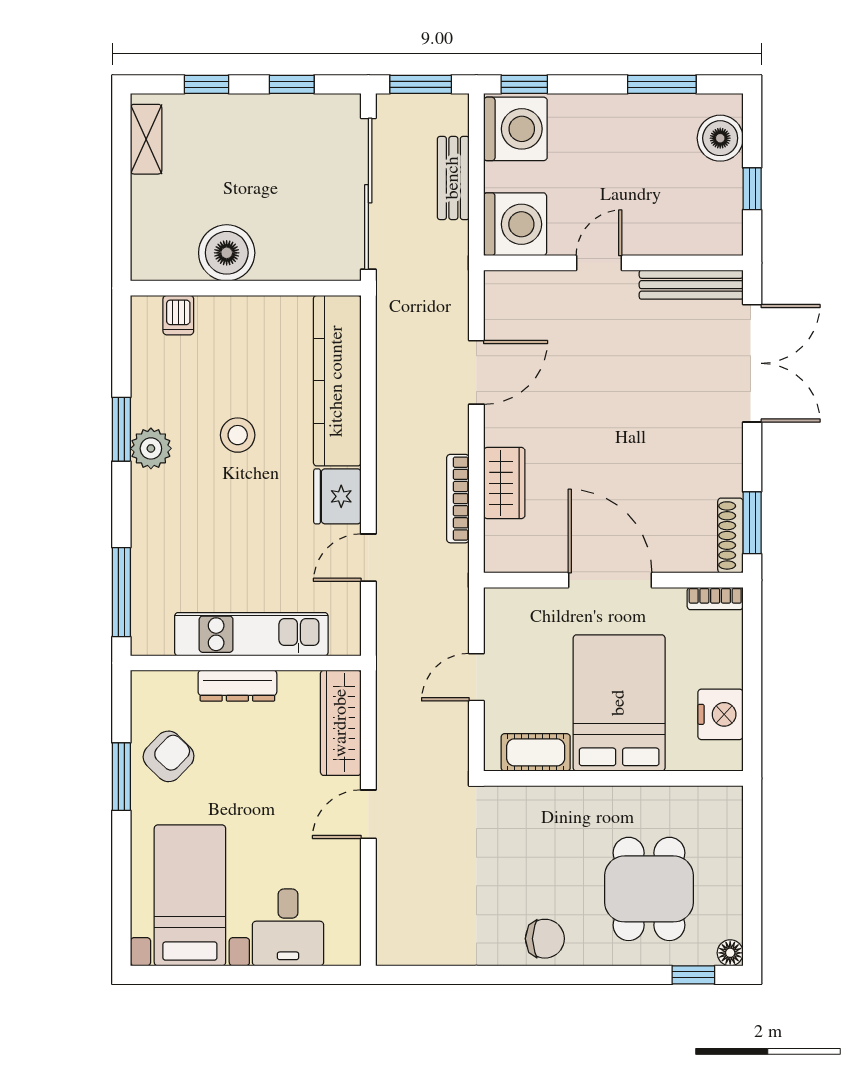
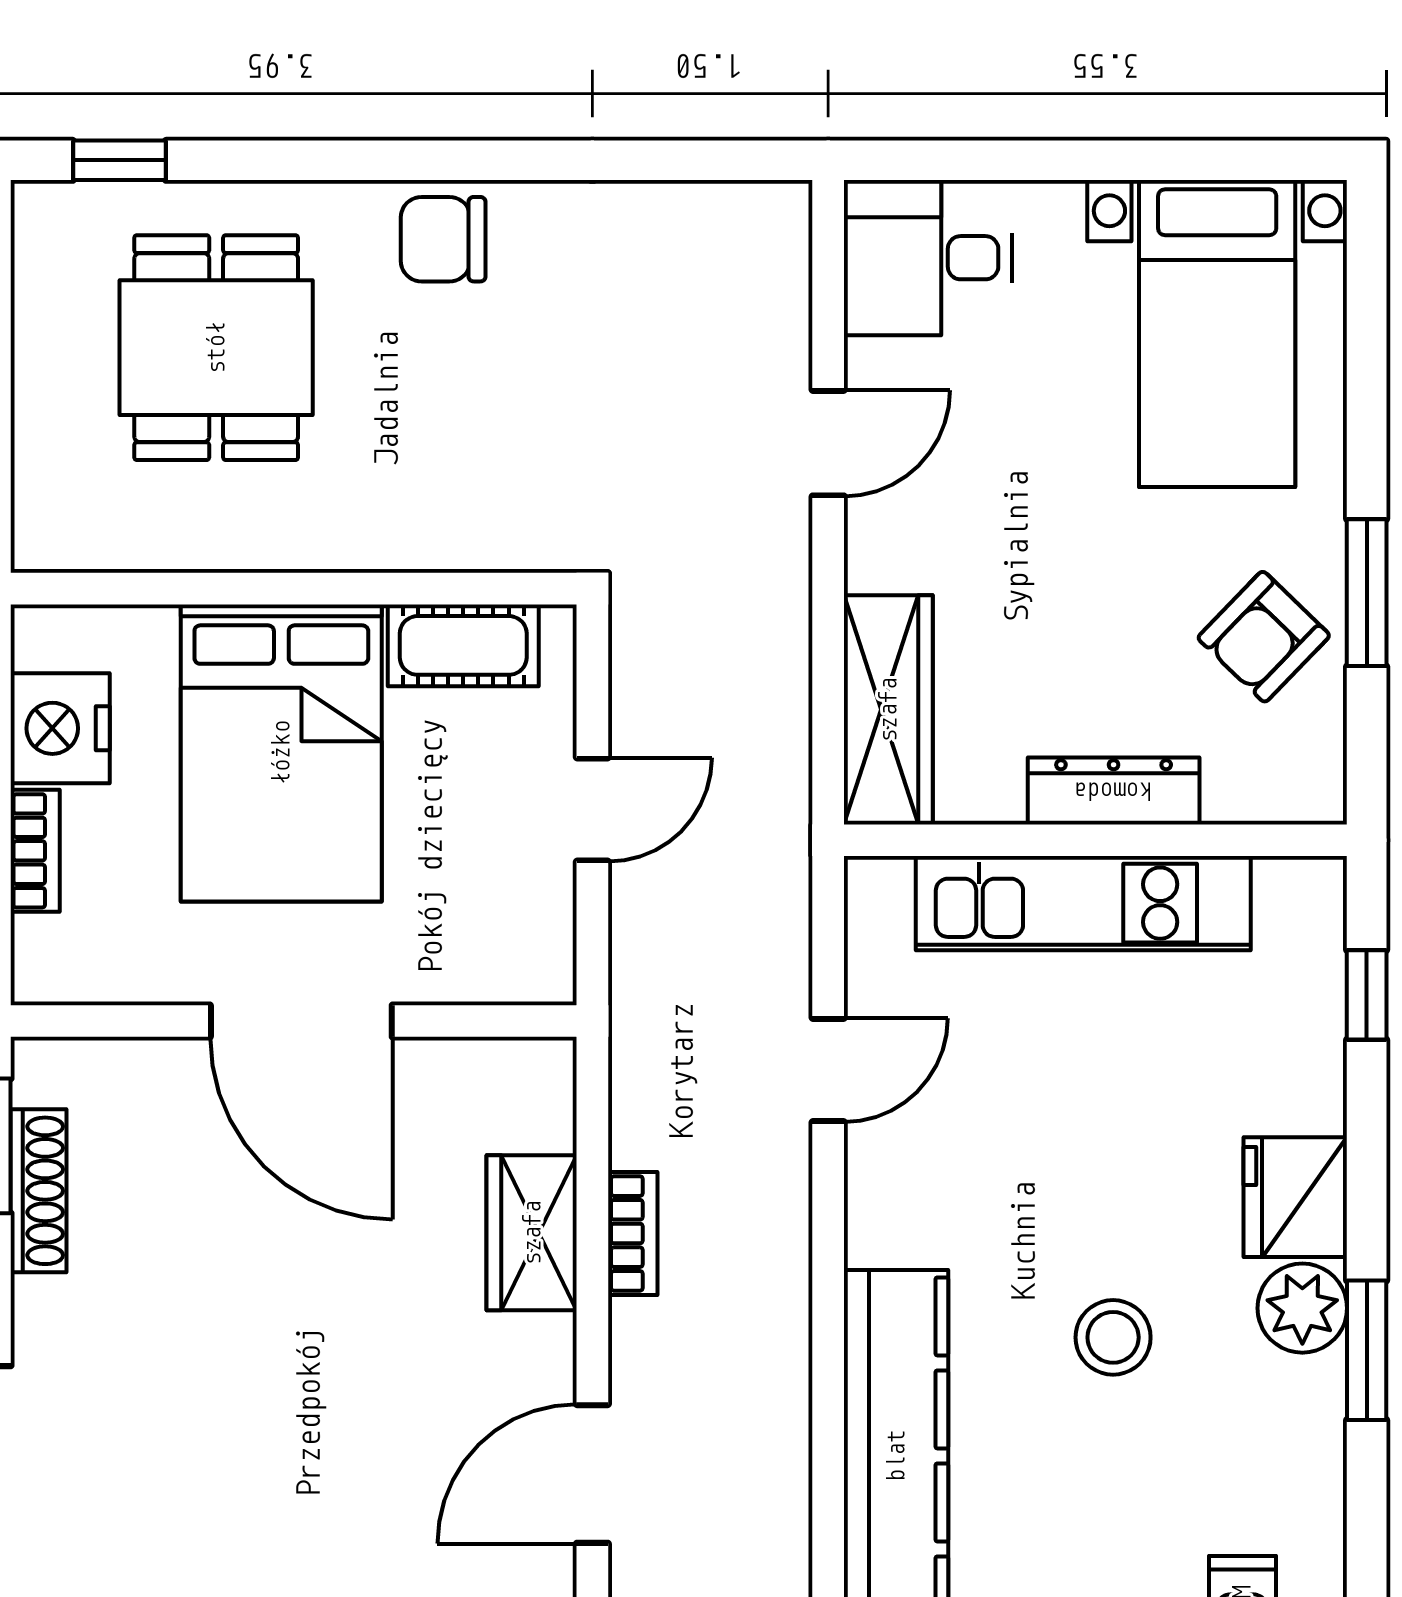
fridge: (337, 496) -> (1295, 1197), moved, turned 180
bookcase: (458, 499) -> (633, 1233), width x0.64
shoe rack: (730, 535) -> (38, 1191), moved
window: (121, 592) -> (1367, 995), width x0.46
bookcase: (715, 599) -> (35, 851), moved, turned 90
door: (368, 814) -> (828, 443), moved
desk: (288, 927) -> (928, 258), moved, turned -90
floor lamp: (730, 953) -> (39, 208), removed

